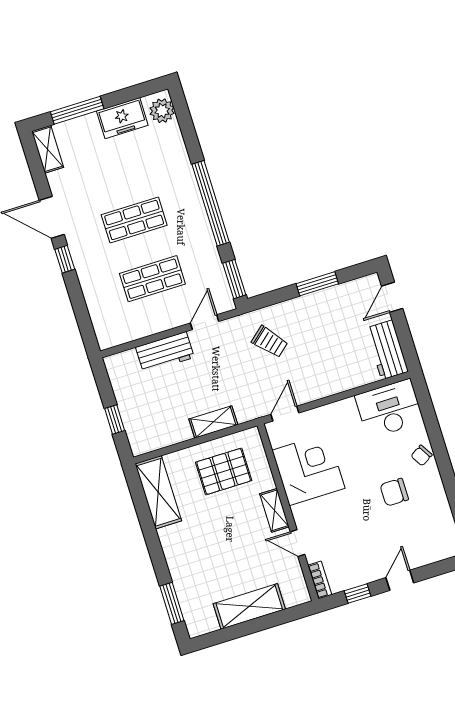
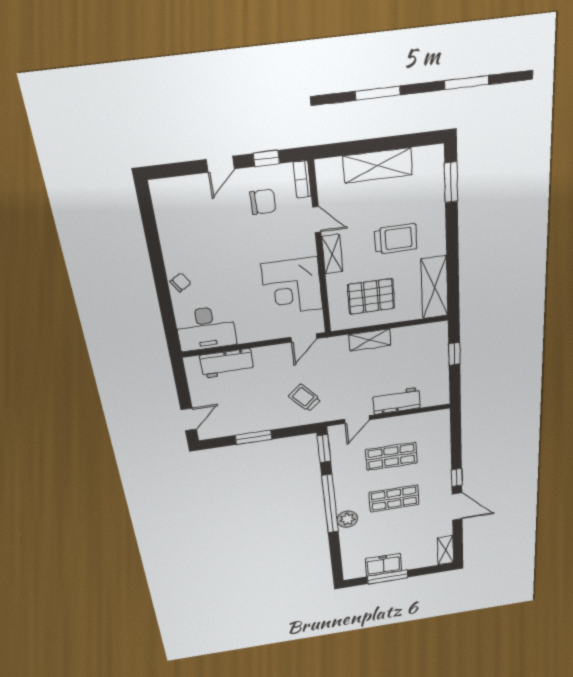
window: (77, 110) -> (388, 577), moved
plant: (162, 111) -> (347, 519), moved
workbench: (387, 350) -> (227, 363), moved, turned 90
chair: (394, 492) -> (263, 202), moved
trolley: (213, 537) -> (396, 239), added

